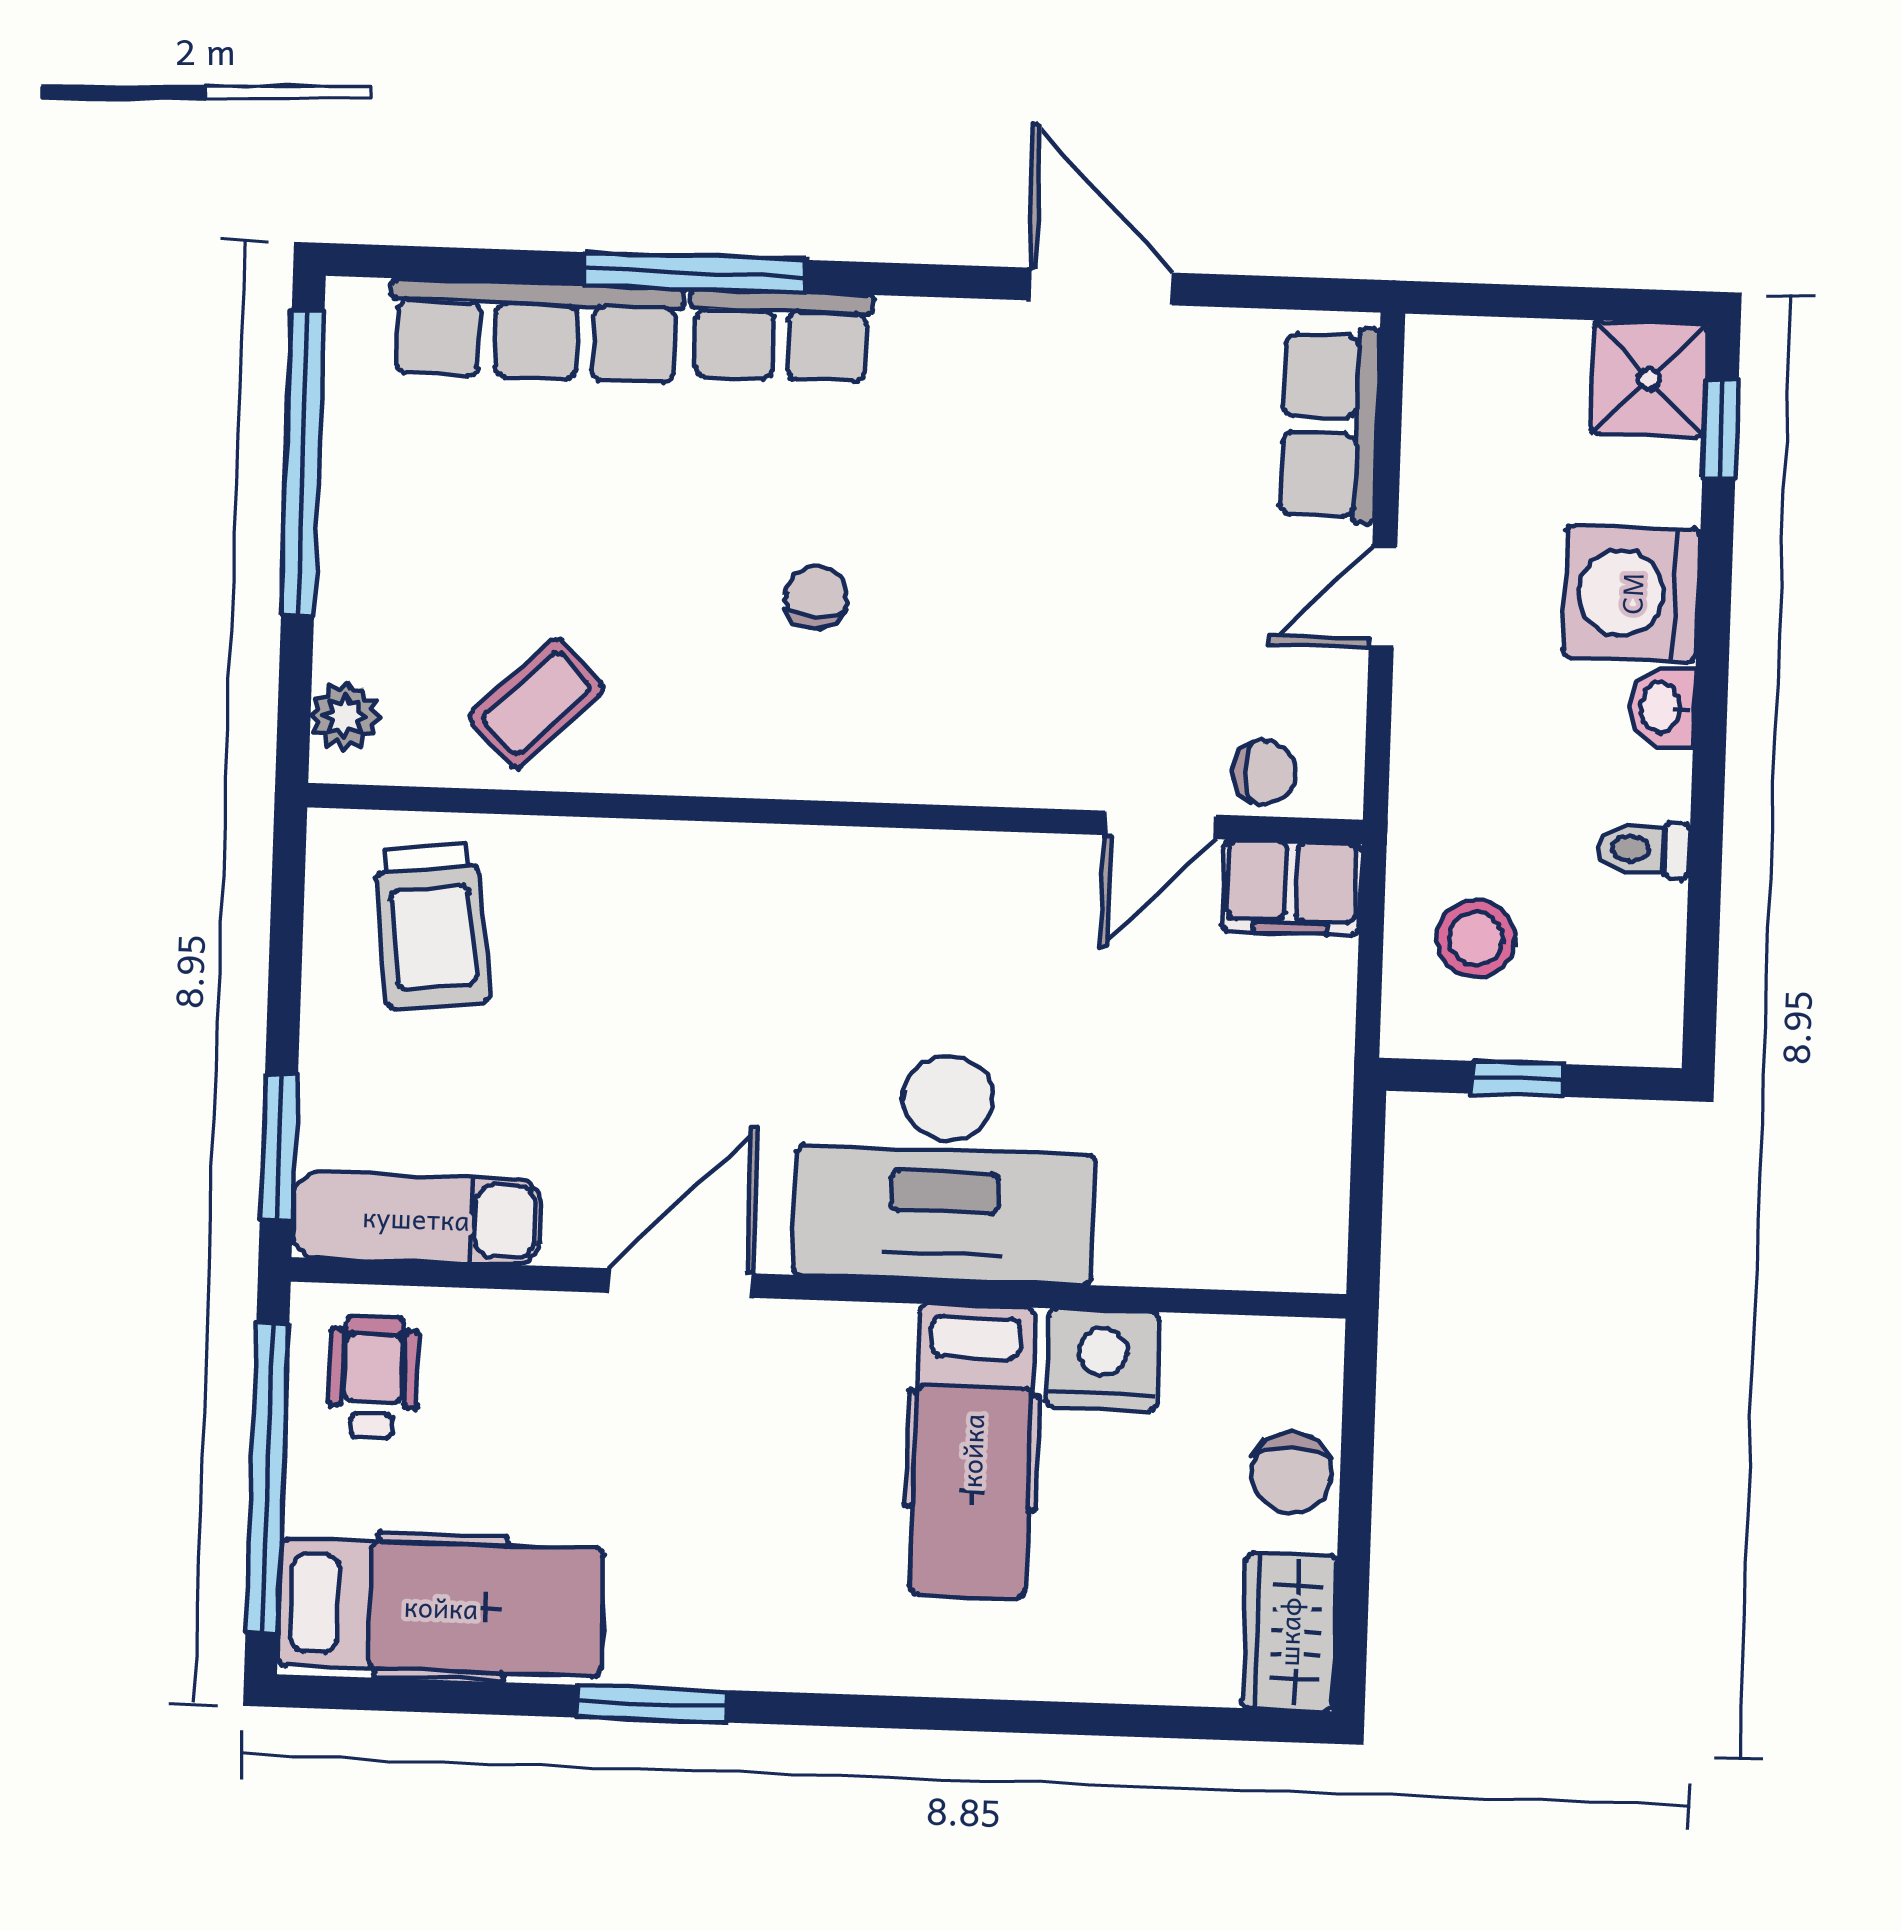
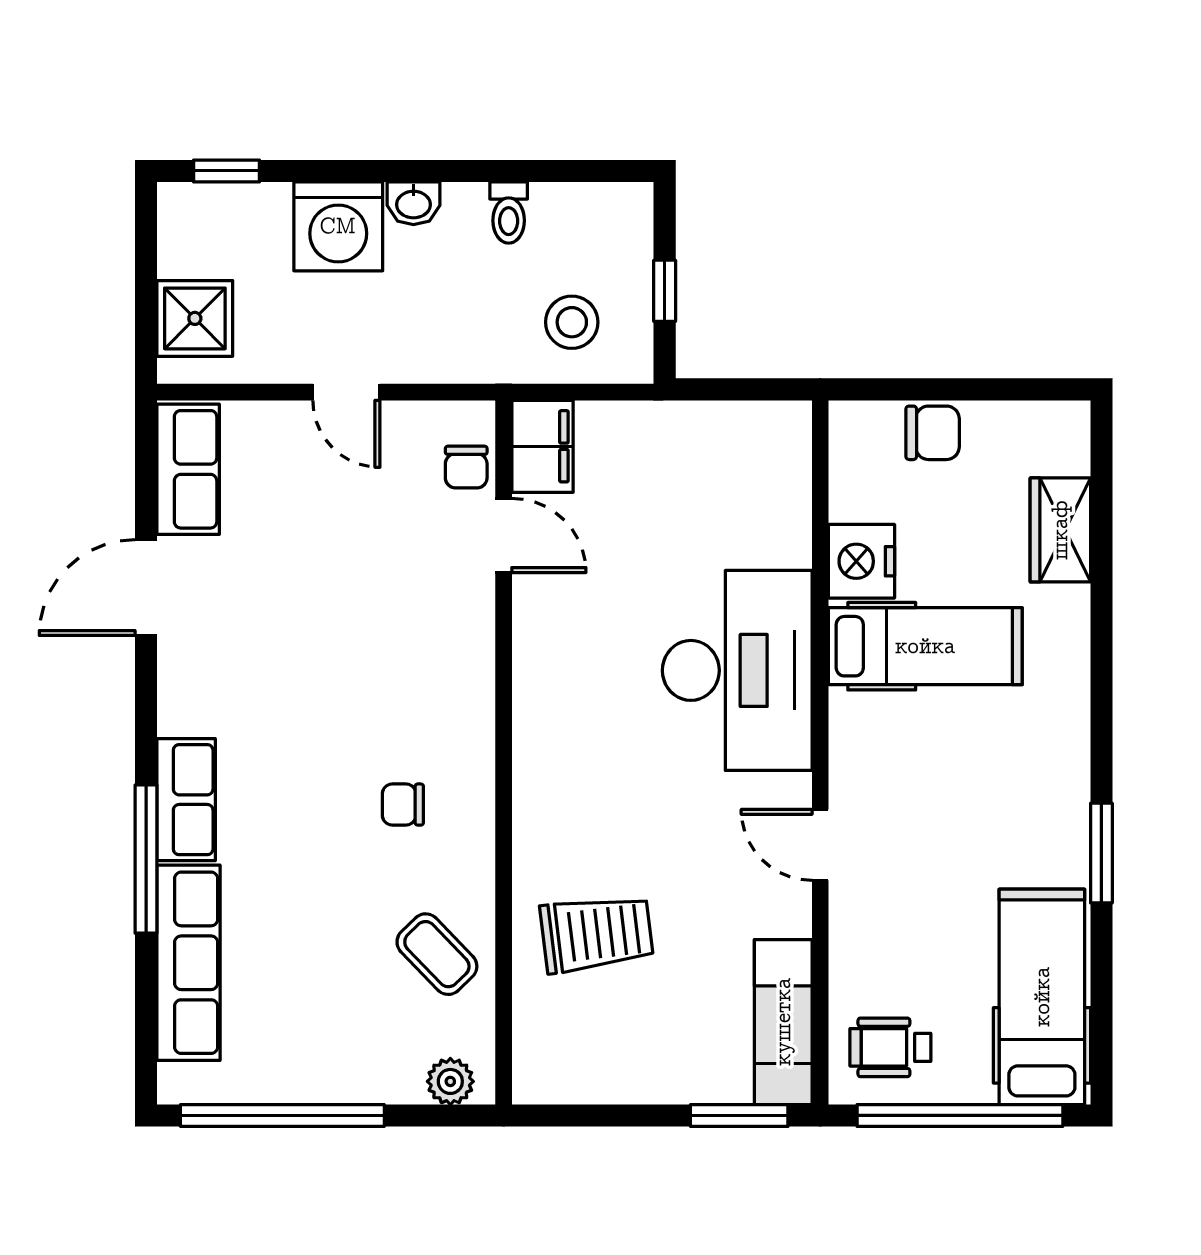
shower: (1649, 379) -> (195, 318), moved
row of seats: (1330, 425) -> (188, 469), moved, turned -90
chair: (816, 597) -> (403, 805), moved
chair: (1265, 773) -> (466, 467), turned 180
trolley: (432, 926) -> (597, 934), moved
door: (680, 1283) -> (820, 845), width x0.73
wardrobe: (1289, 1632) -> (1060, 530), moved, turned 90

